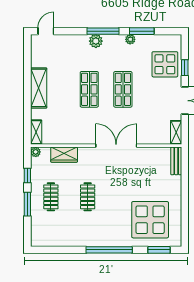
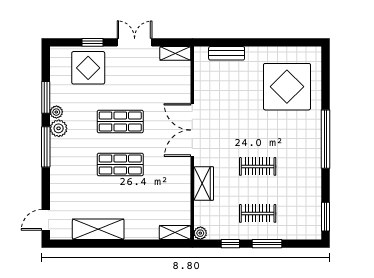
door: (46, 31) -> (46, 220), hinge flipped
plant: (96, 41) -> (59, 128), moved
shelving: (39, 88) -> (98, 229), moved
wardrobe: (64, 155) -> (204, 184), moved
bench: (176, 161) -> (227, 53), moved
window: (159, 250) -> (326, 217), moved

